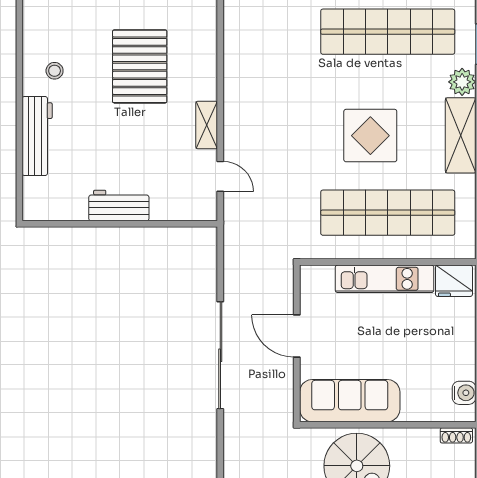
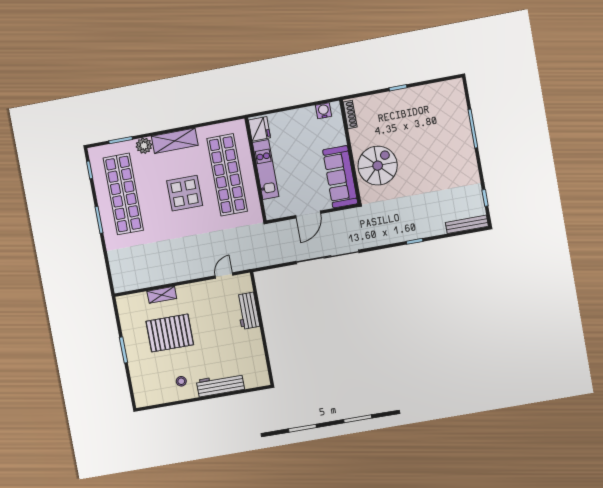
shelving: (207, 125) -> (162, 295), moved
workbench: (119, 205) -> (248, 311), moved
shoe rack: (456, 435) -> (350, 115), width x1.43

